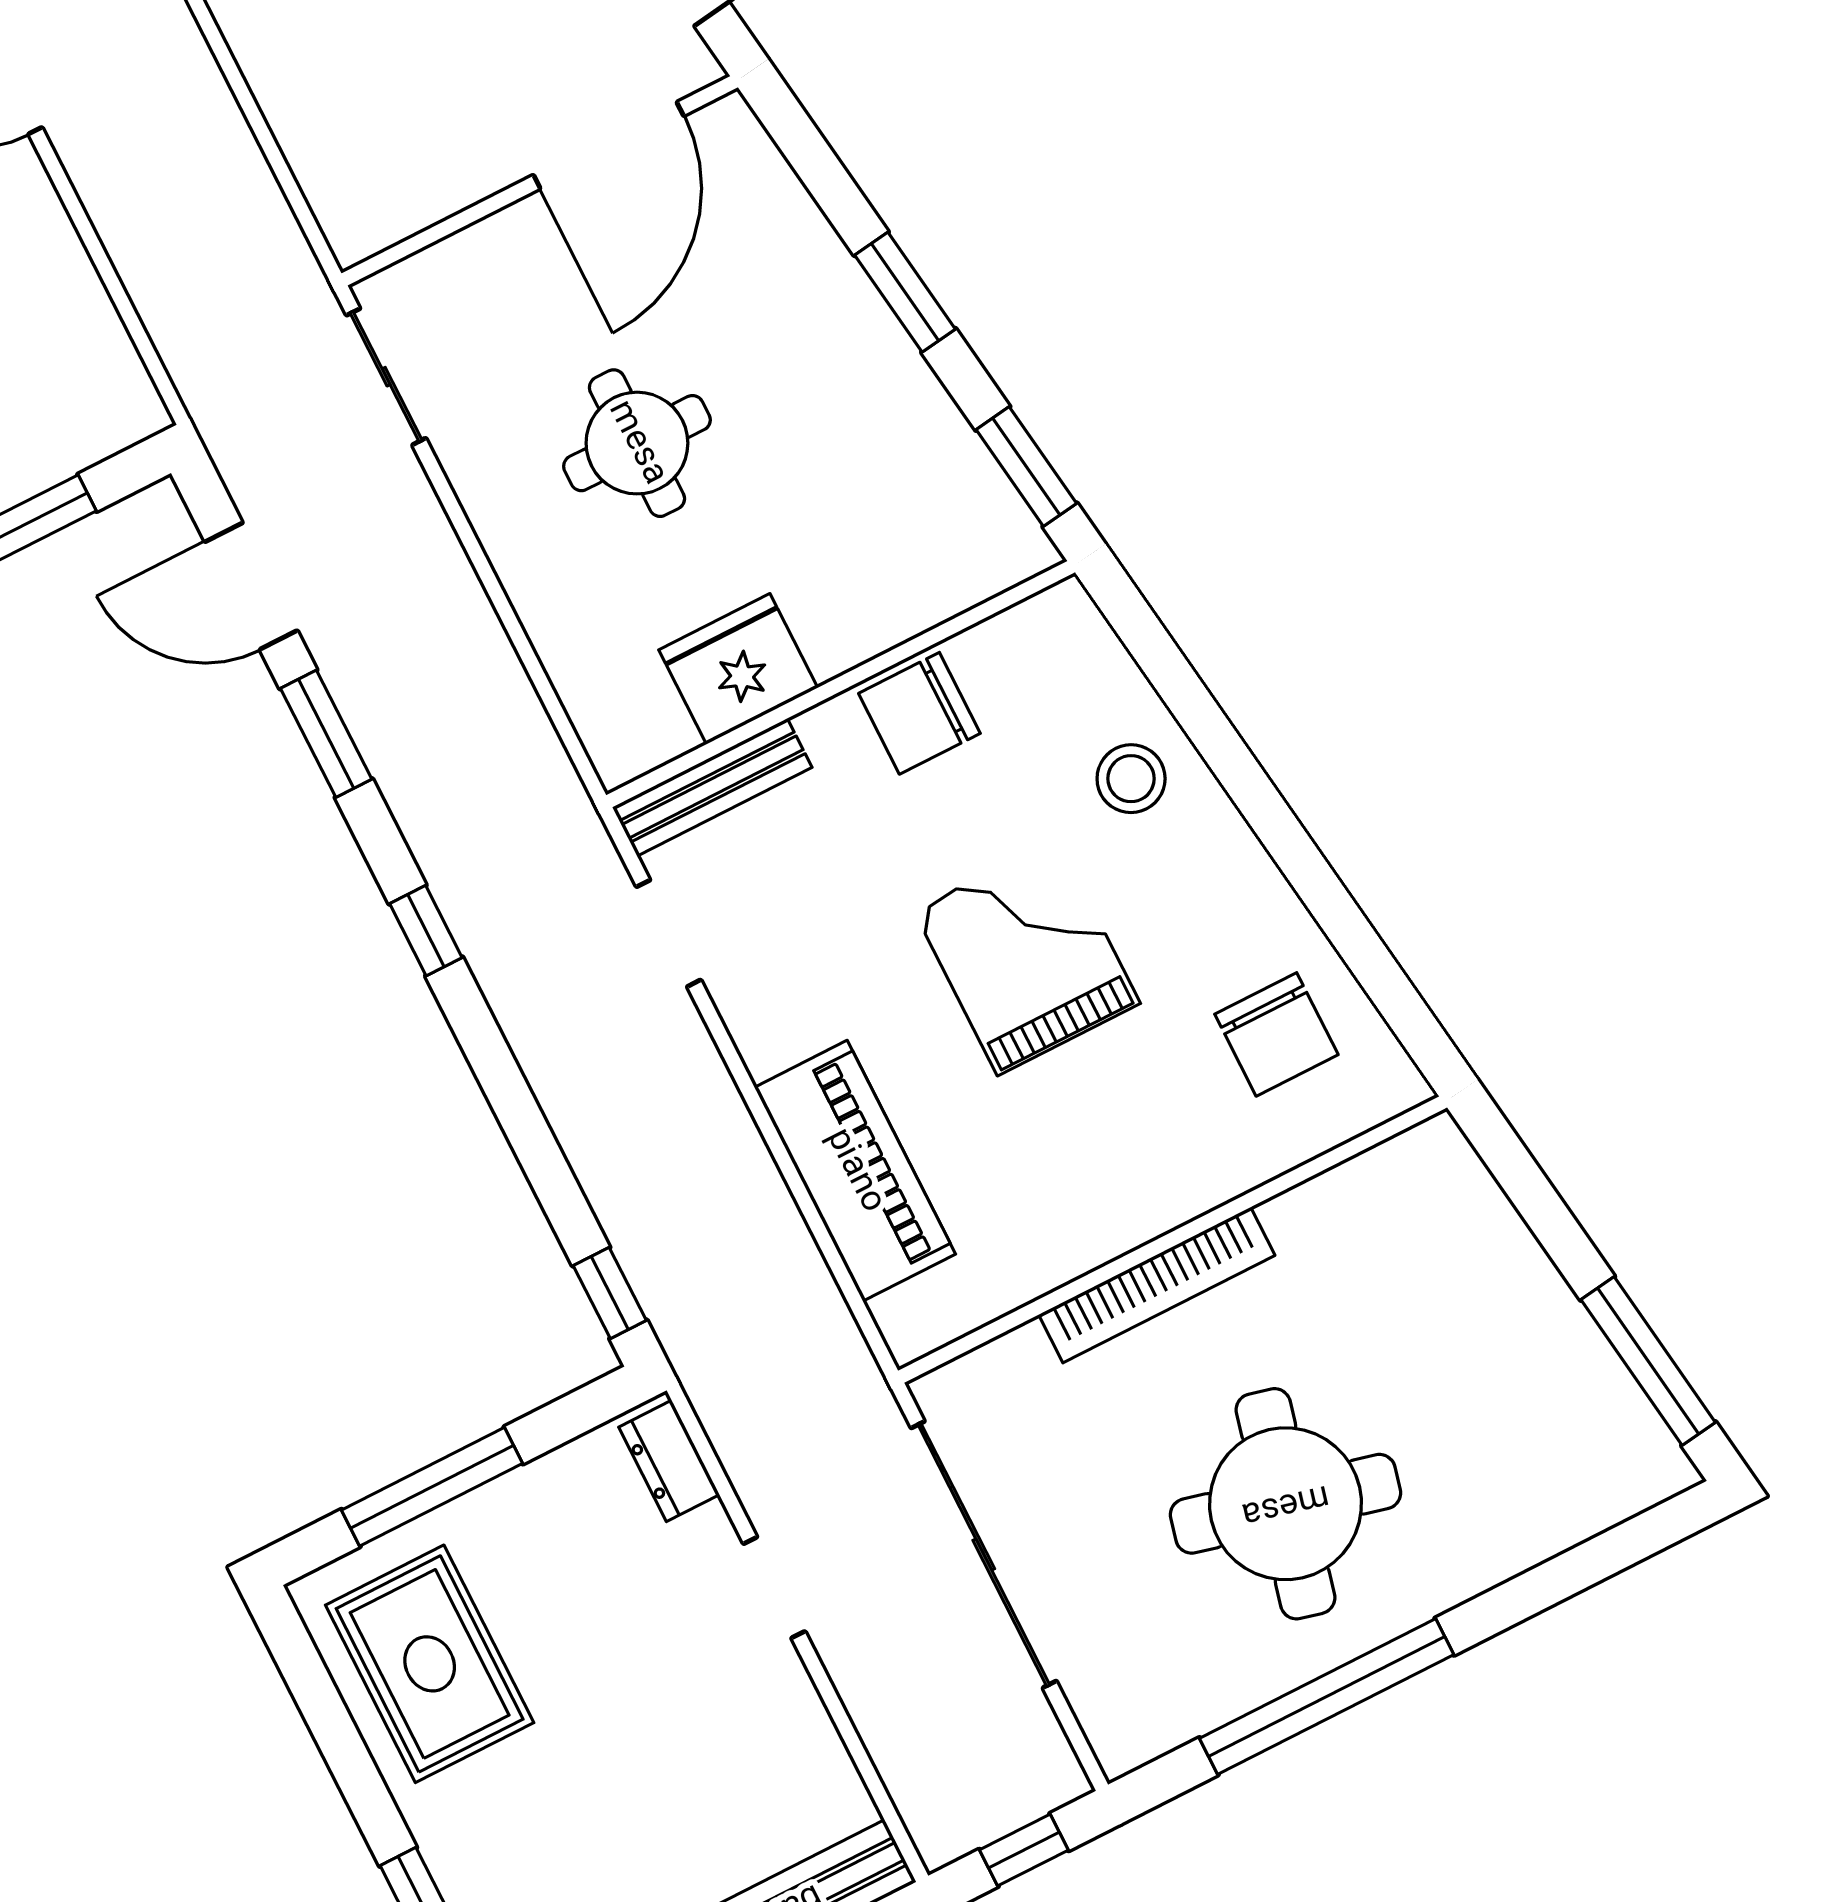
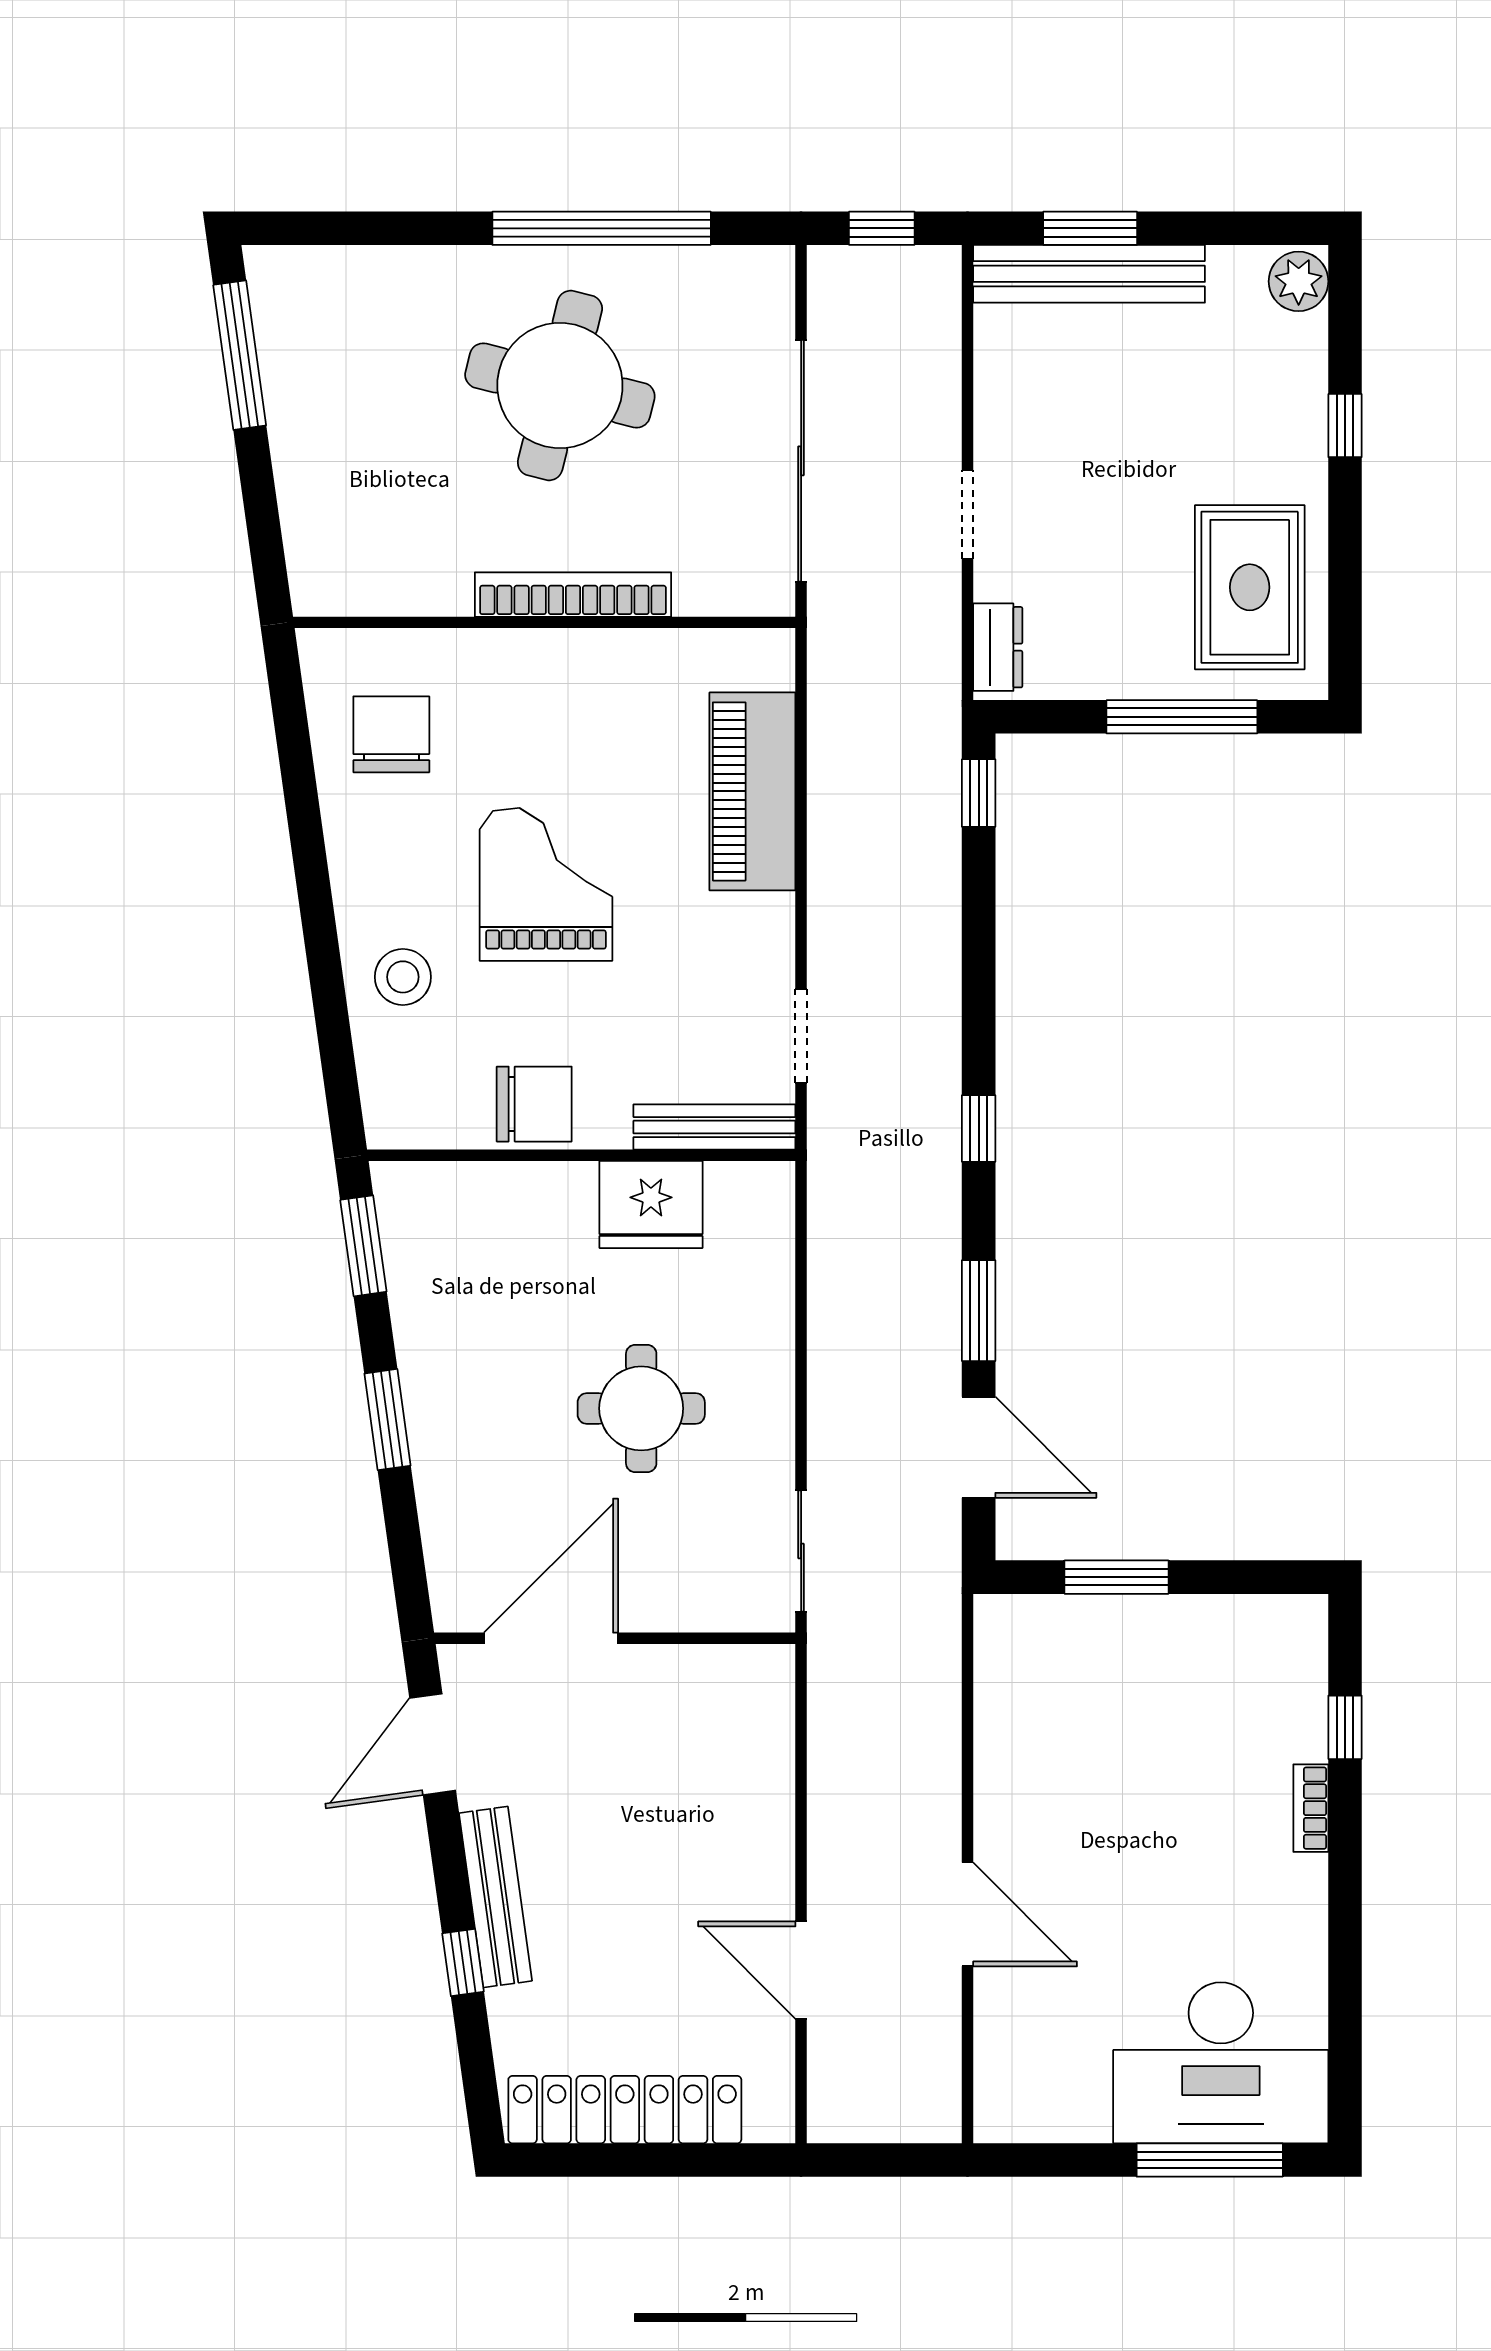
grand piano: (1027, 957) -> (546, 884), turned 180

